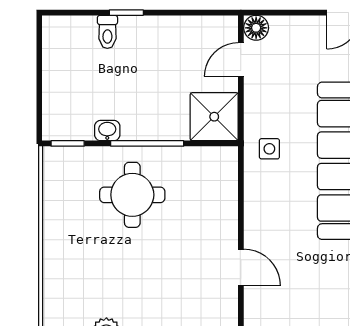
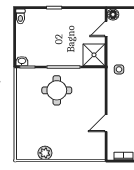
toilet: (107, 32) -> (20, 16), moved
washbasin: (107, 131) -> (22, 61), moved
door: (241, 268) -> (106, 123), swing flipped

